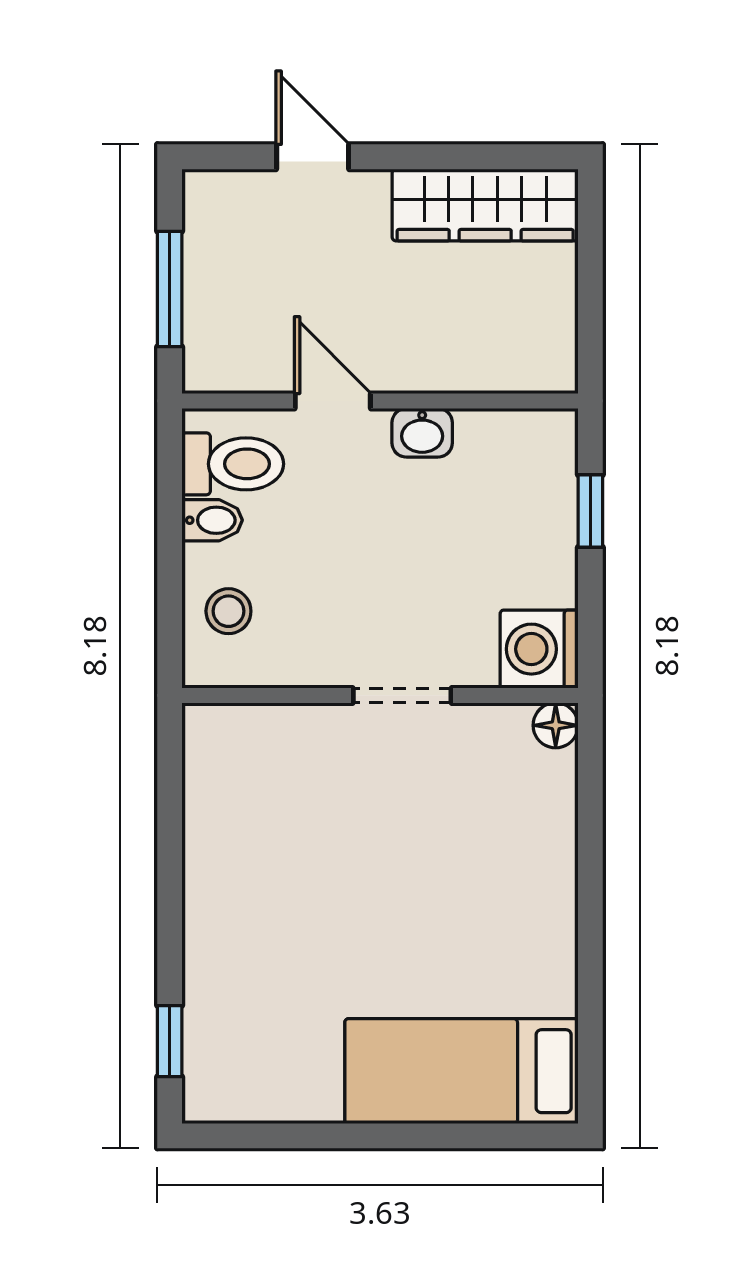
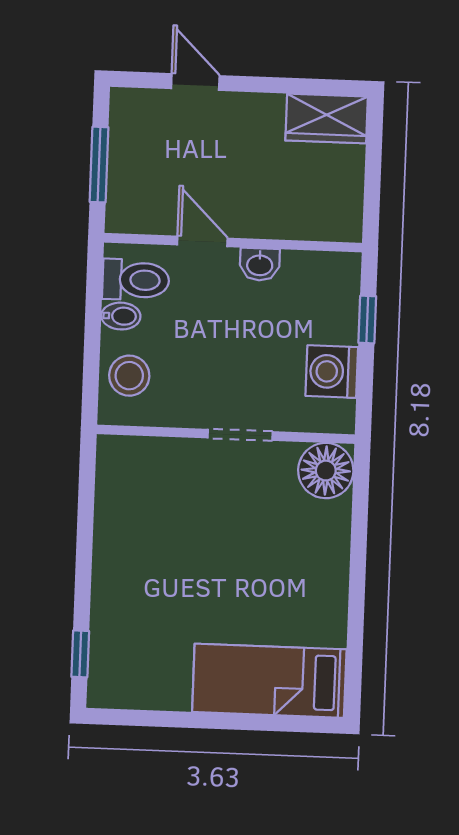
wardrobe: (485, 205) -> (327, 119), width x0.67
stool: (228, 611) -> (129, 376), width x1.37, depth x1.37
washing machine: (539, 649) -> (332, 372), moved
floor lamp: (556, 725) -> (326, 471), width x1.89, depth x1.89

